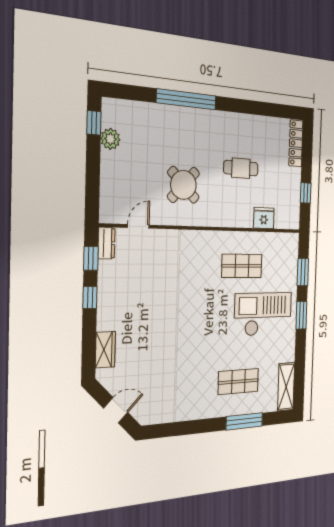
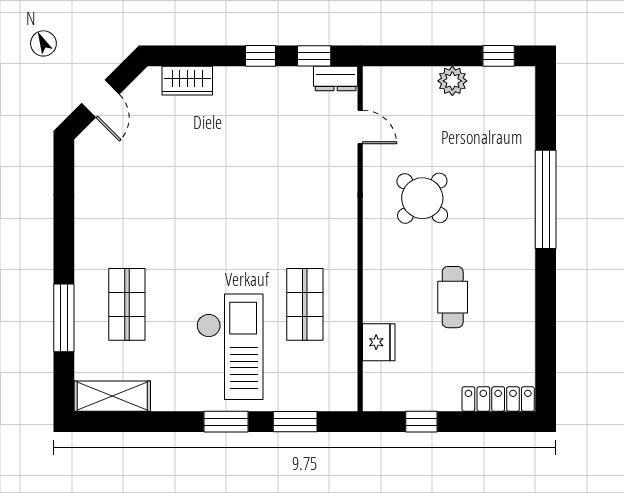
plant: (110, 139) -> (452, 81), moved

